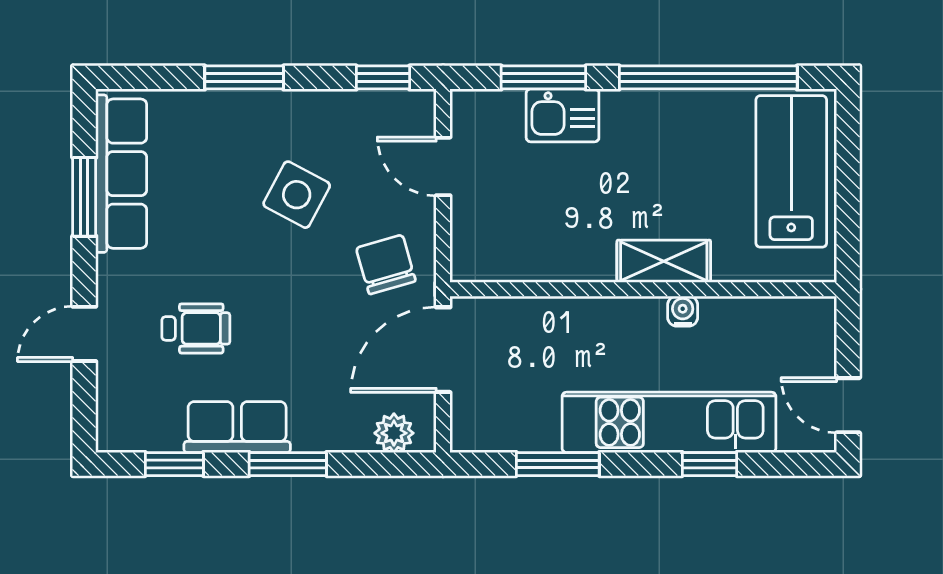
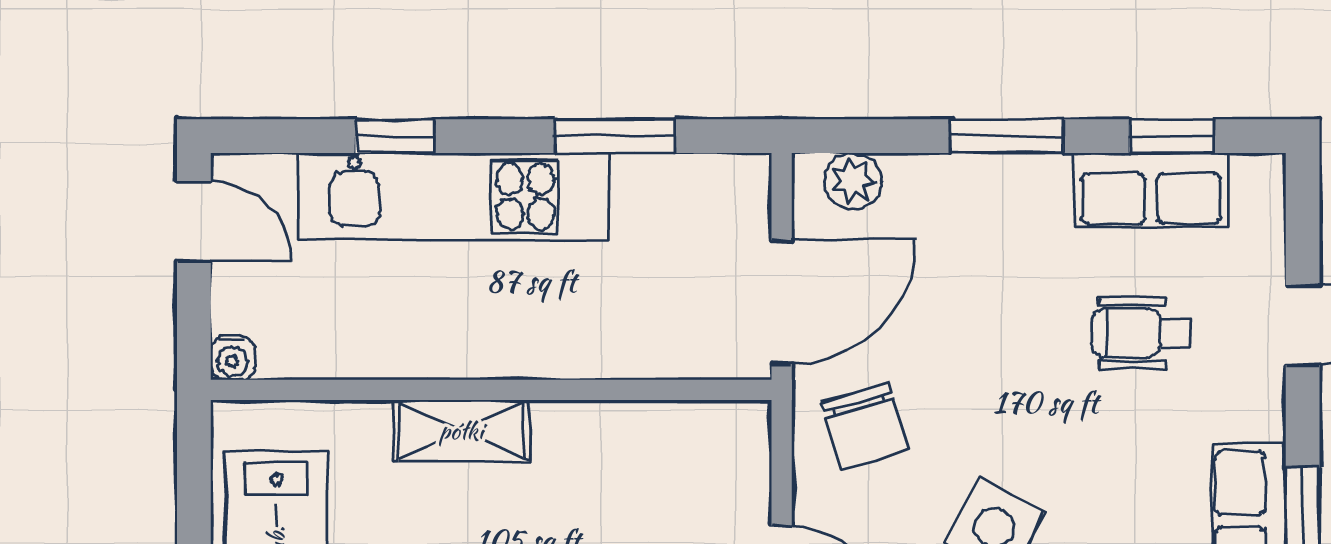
water cooler: (683, 311) -> (232, 358), moved
row of seats: (237, 427) -> (1151, 190), moved

